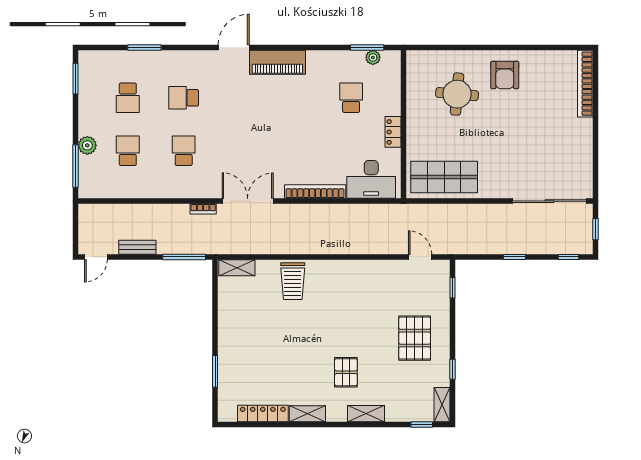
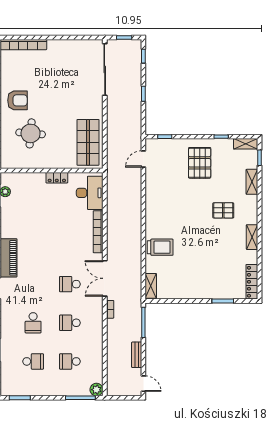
school desk: (351, 98) -> (70, 284), moved
plant: (87, 145) -> (96, 390), moved
pallet: (415, 338) -> (200, 163), turned 90
locker: (263, 414) -> (252, 282), moved
shelving: (366, 414) -> (252, 182), moved

